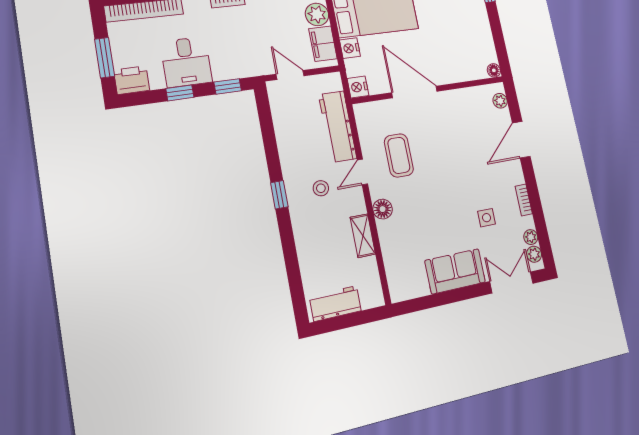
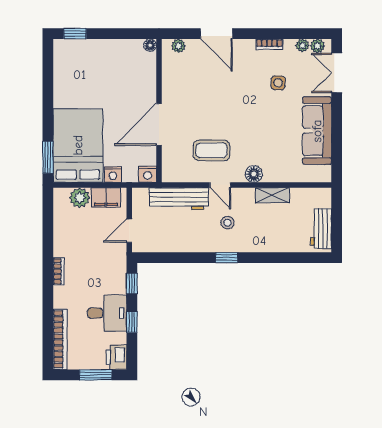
sofa: (455, 271) -> (317, 131), width x1.36

